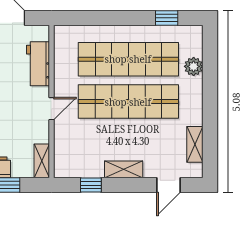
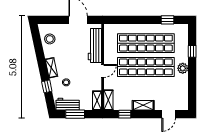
workbench: (38, 64) -> (95, 46), width x1.38
plant: (194, 66) -> (183, 68), moved
window: (210, 74) -> (192, 51), added
shelving: (195, 144) -> (108, 100), moved

